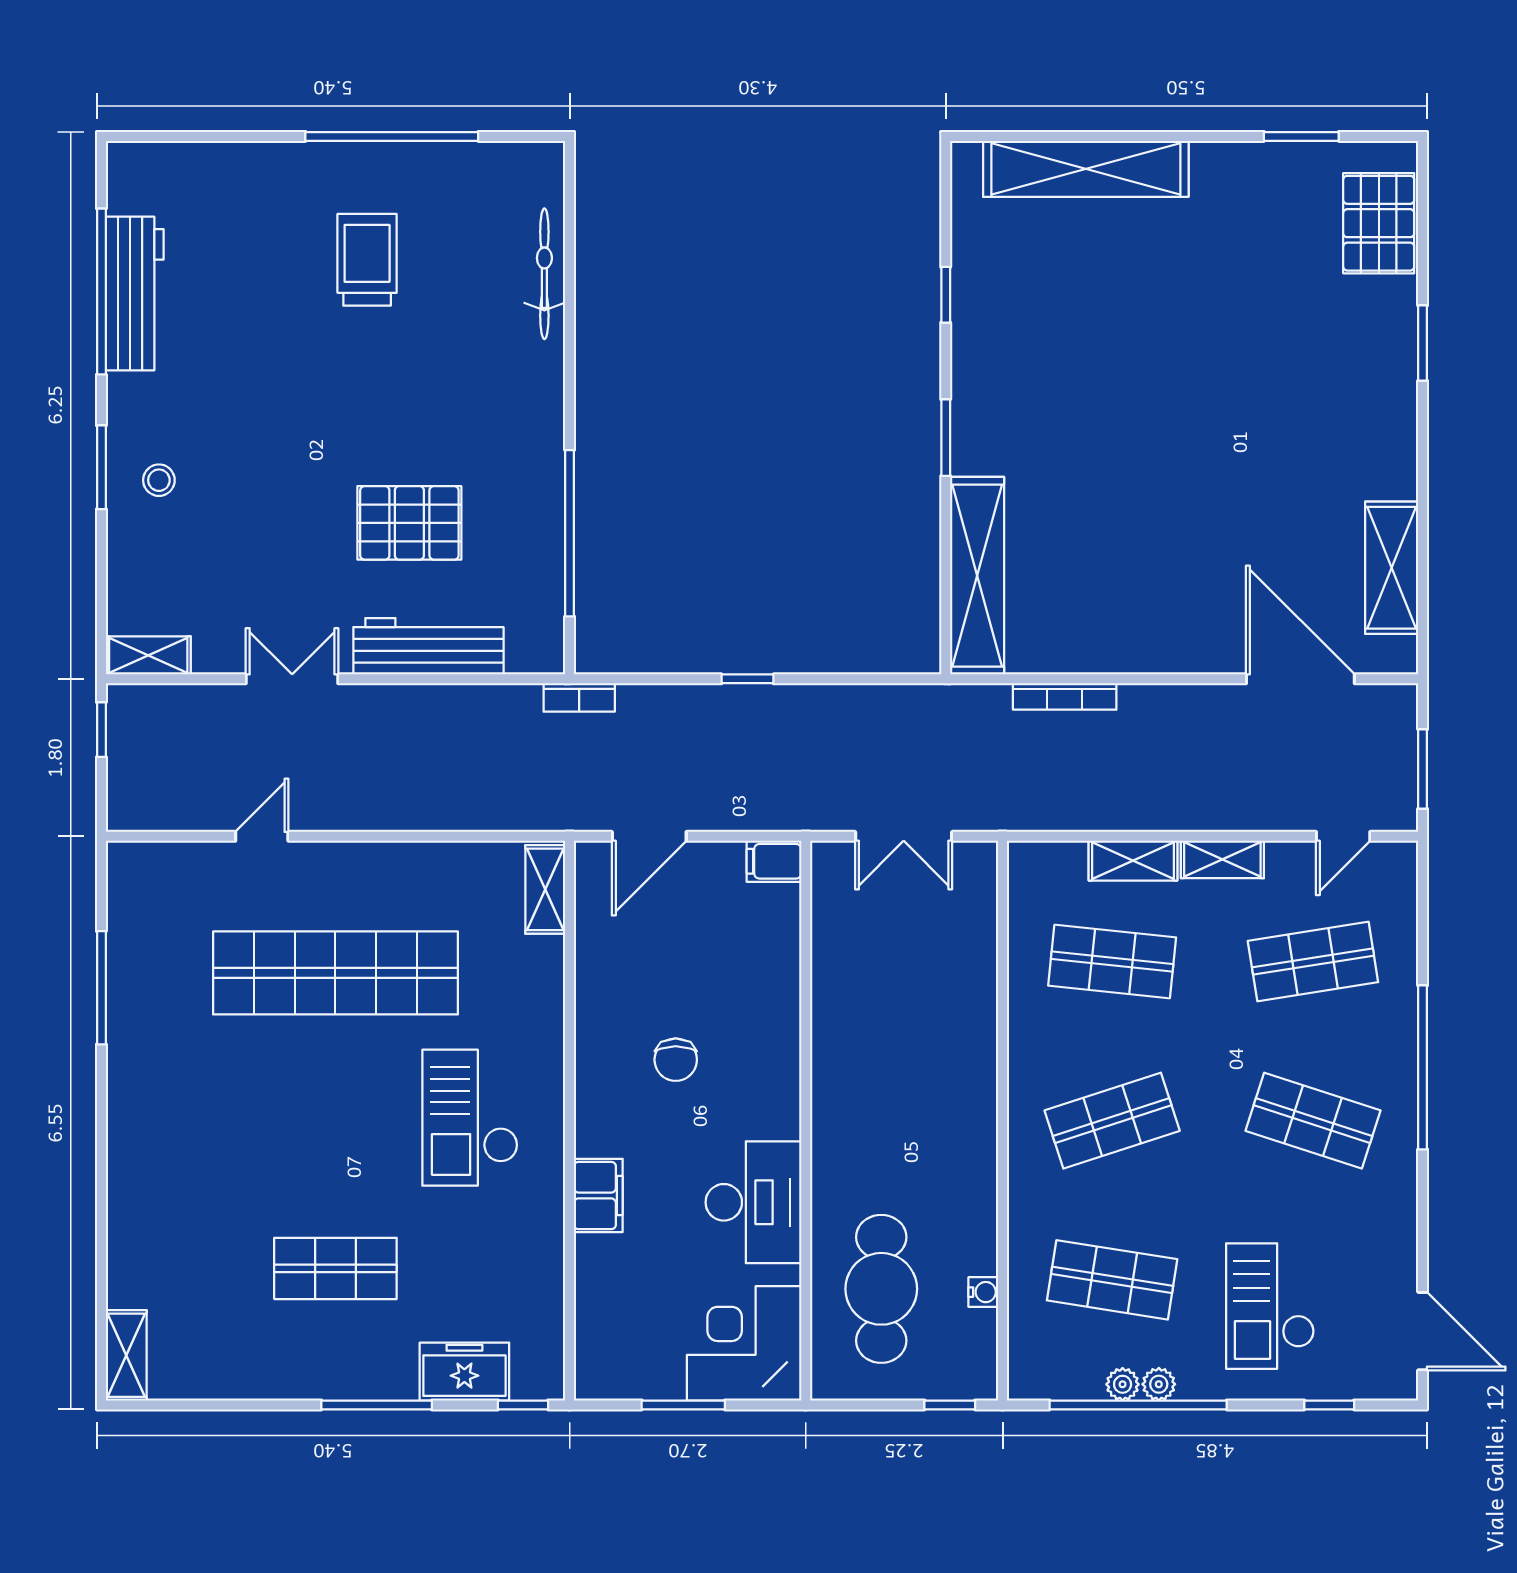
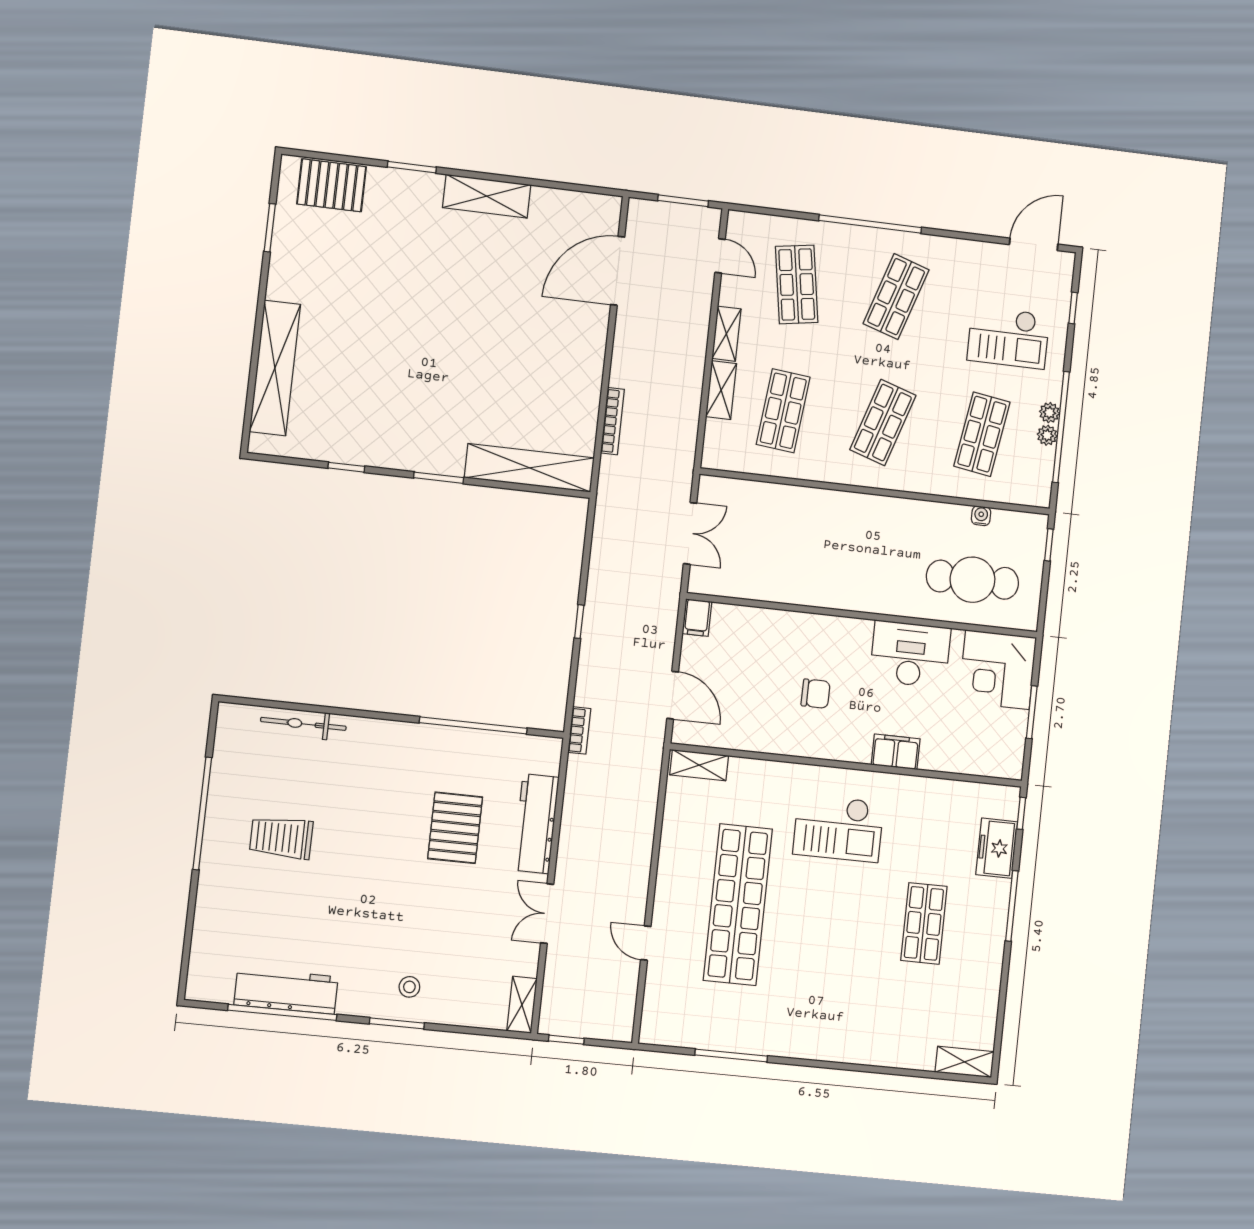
shelving: (1392, 568) -> (487, 196), moved
shop shelf: (1112, 1121) -> (883, 422), turned 36

